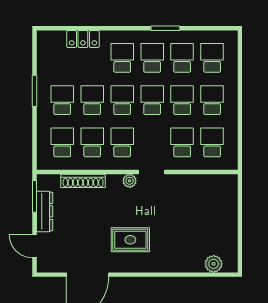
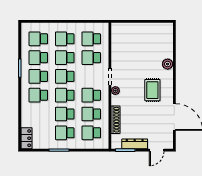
locker: (83, 39) -> (26, 138), moved
plant: (214, 264) -> (168, 64), moved

